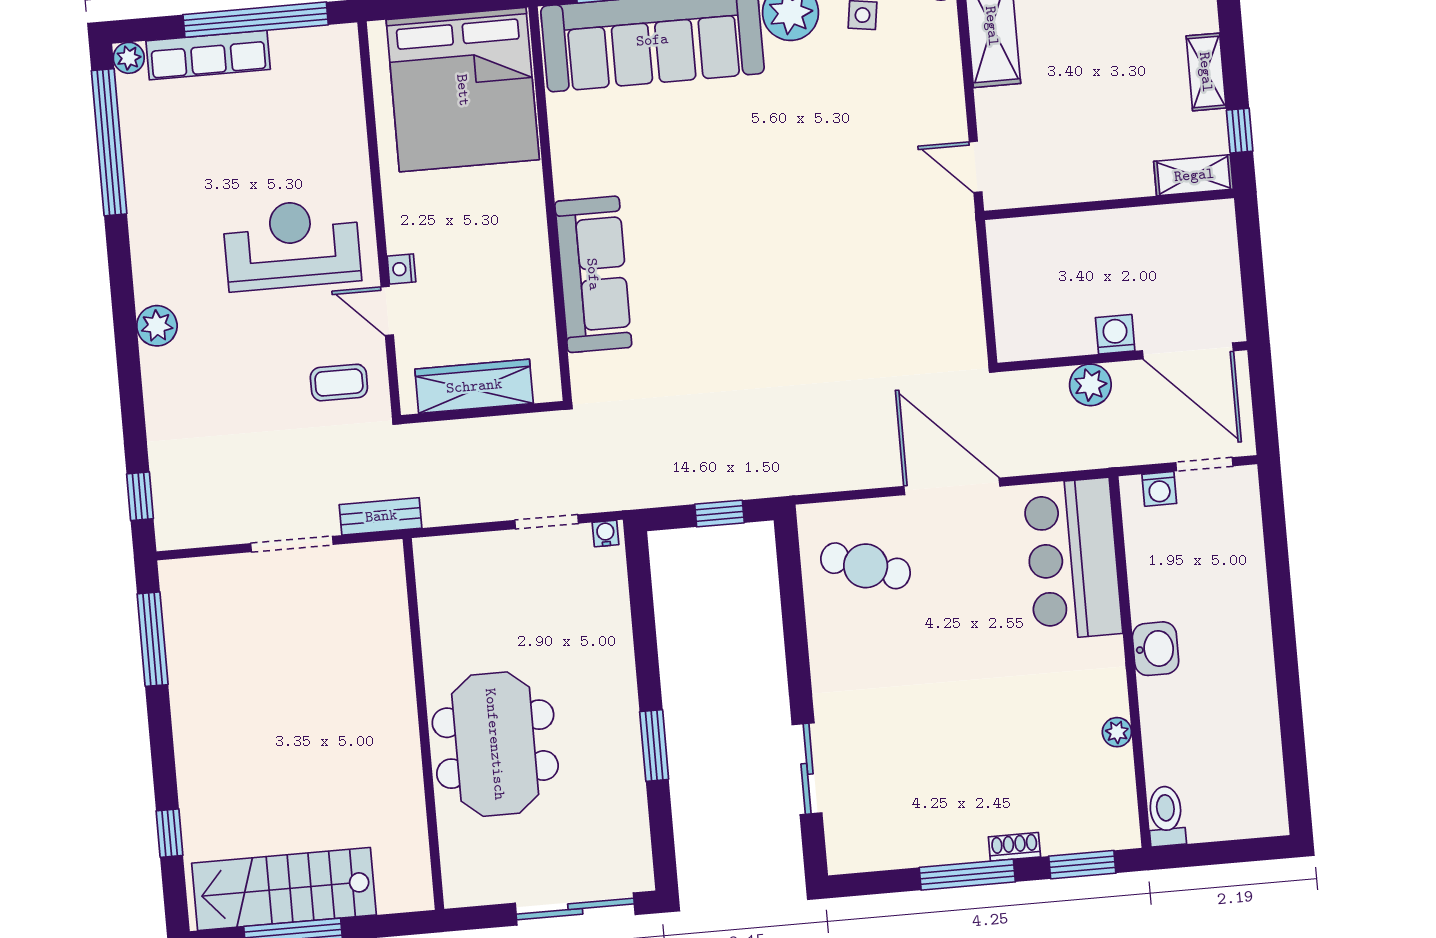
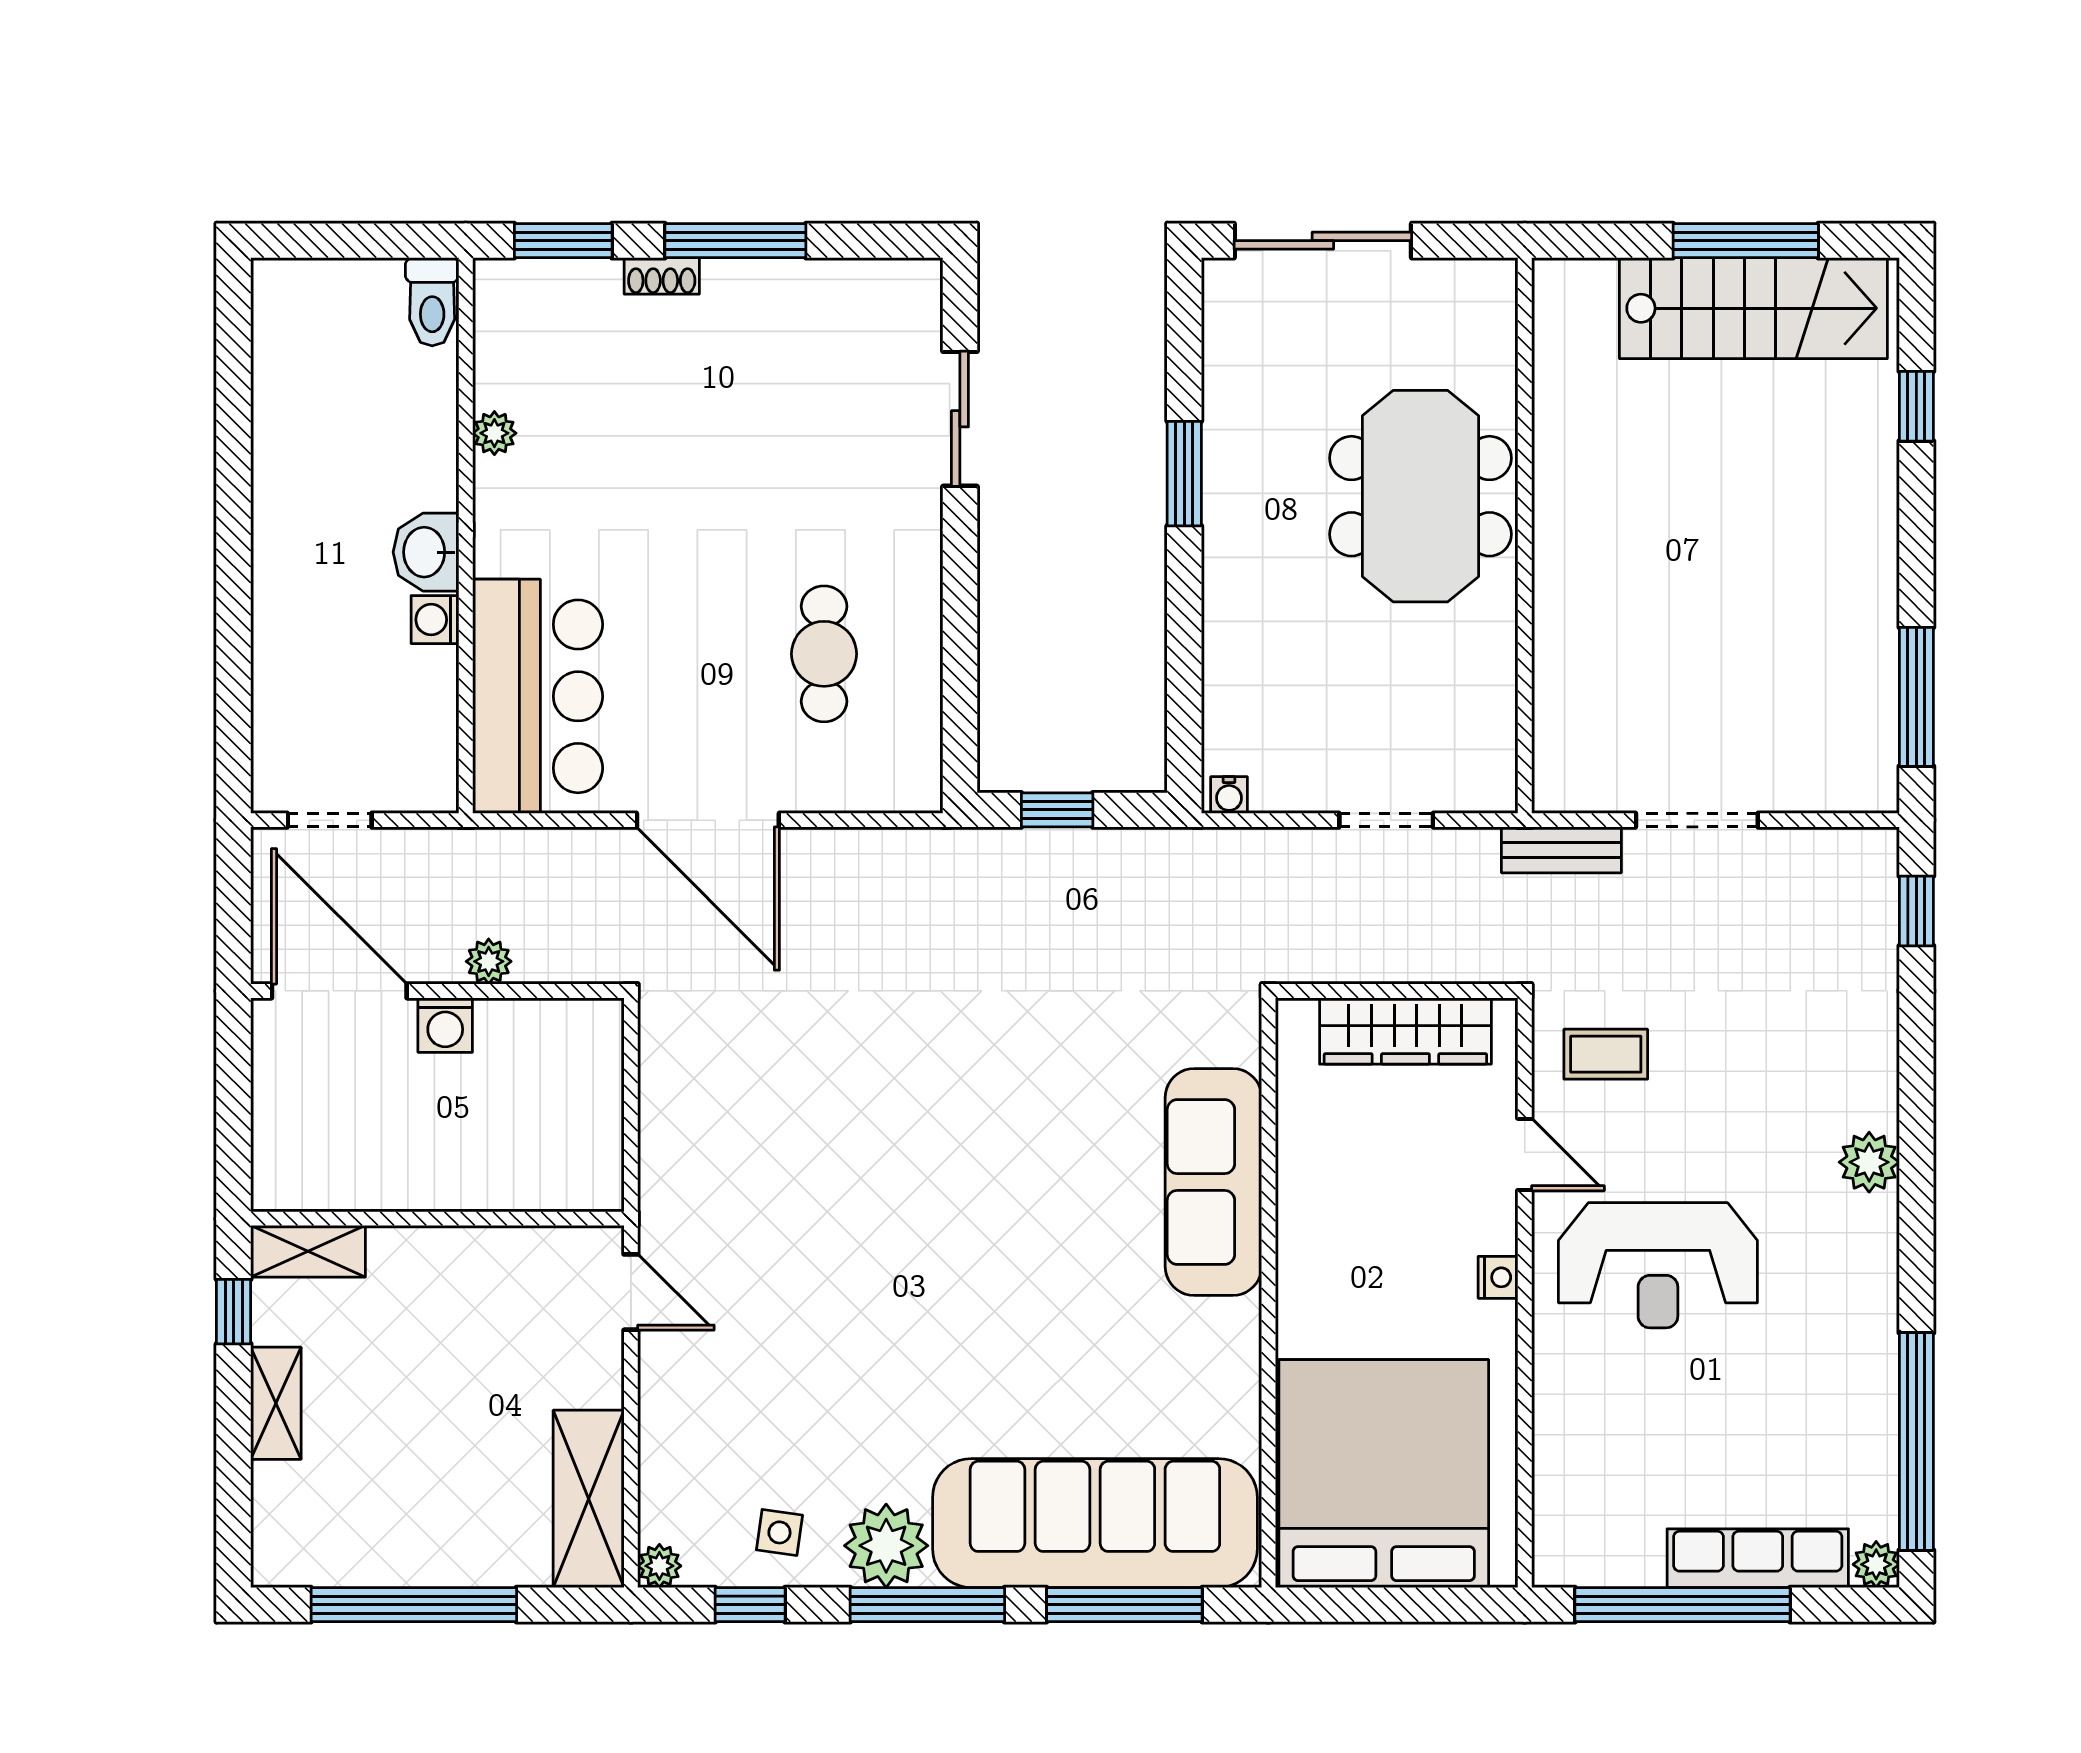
nightstand: (401, 269) -> (1498, 1277), moved
plant: (1090, 385) -> (489, 961), width x0.73, depth x0.73
washing machine: (1159, 489) -> (435, 620), moved, turned -90
doorway: (547, 522) -> (1386, 820), moved
cafe table: (866, 566) -> (824, 654), moved, turned 71

